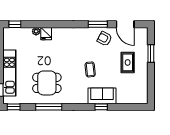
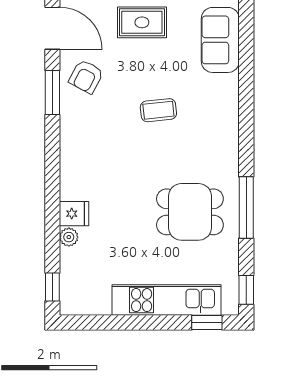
door: (125, 24) -> (52, 28), hinge flipped
dining table: (47, 83) -> (190, 212), turned 90
sofa: (102, 96) -> (220, 40), moved
window: (101, 107) -> (246, 84), removed

